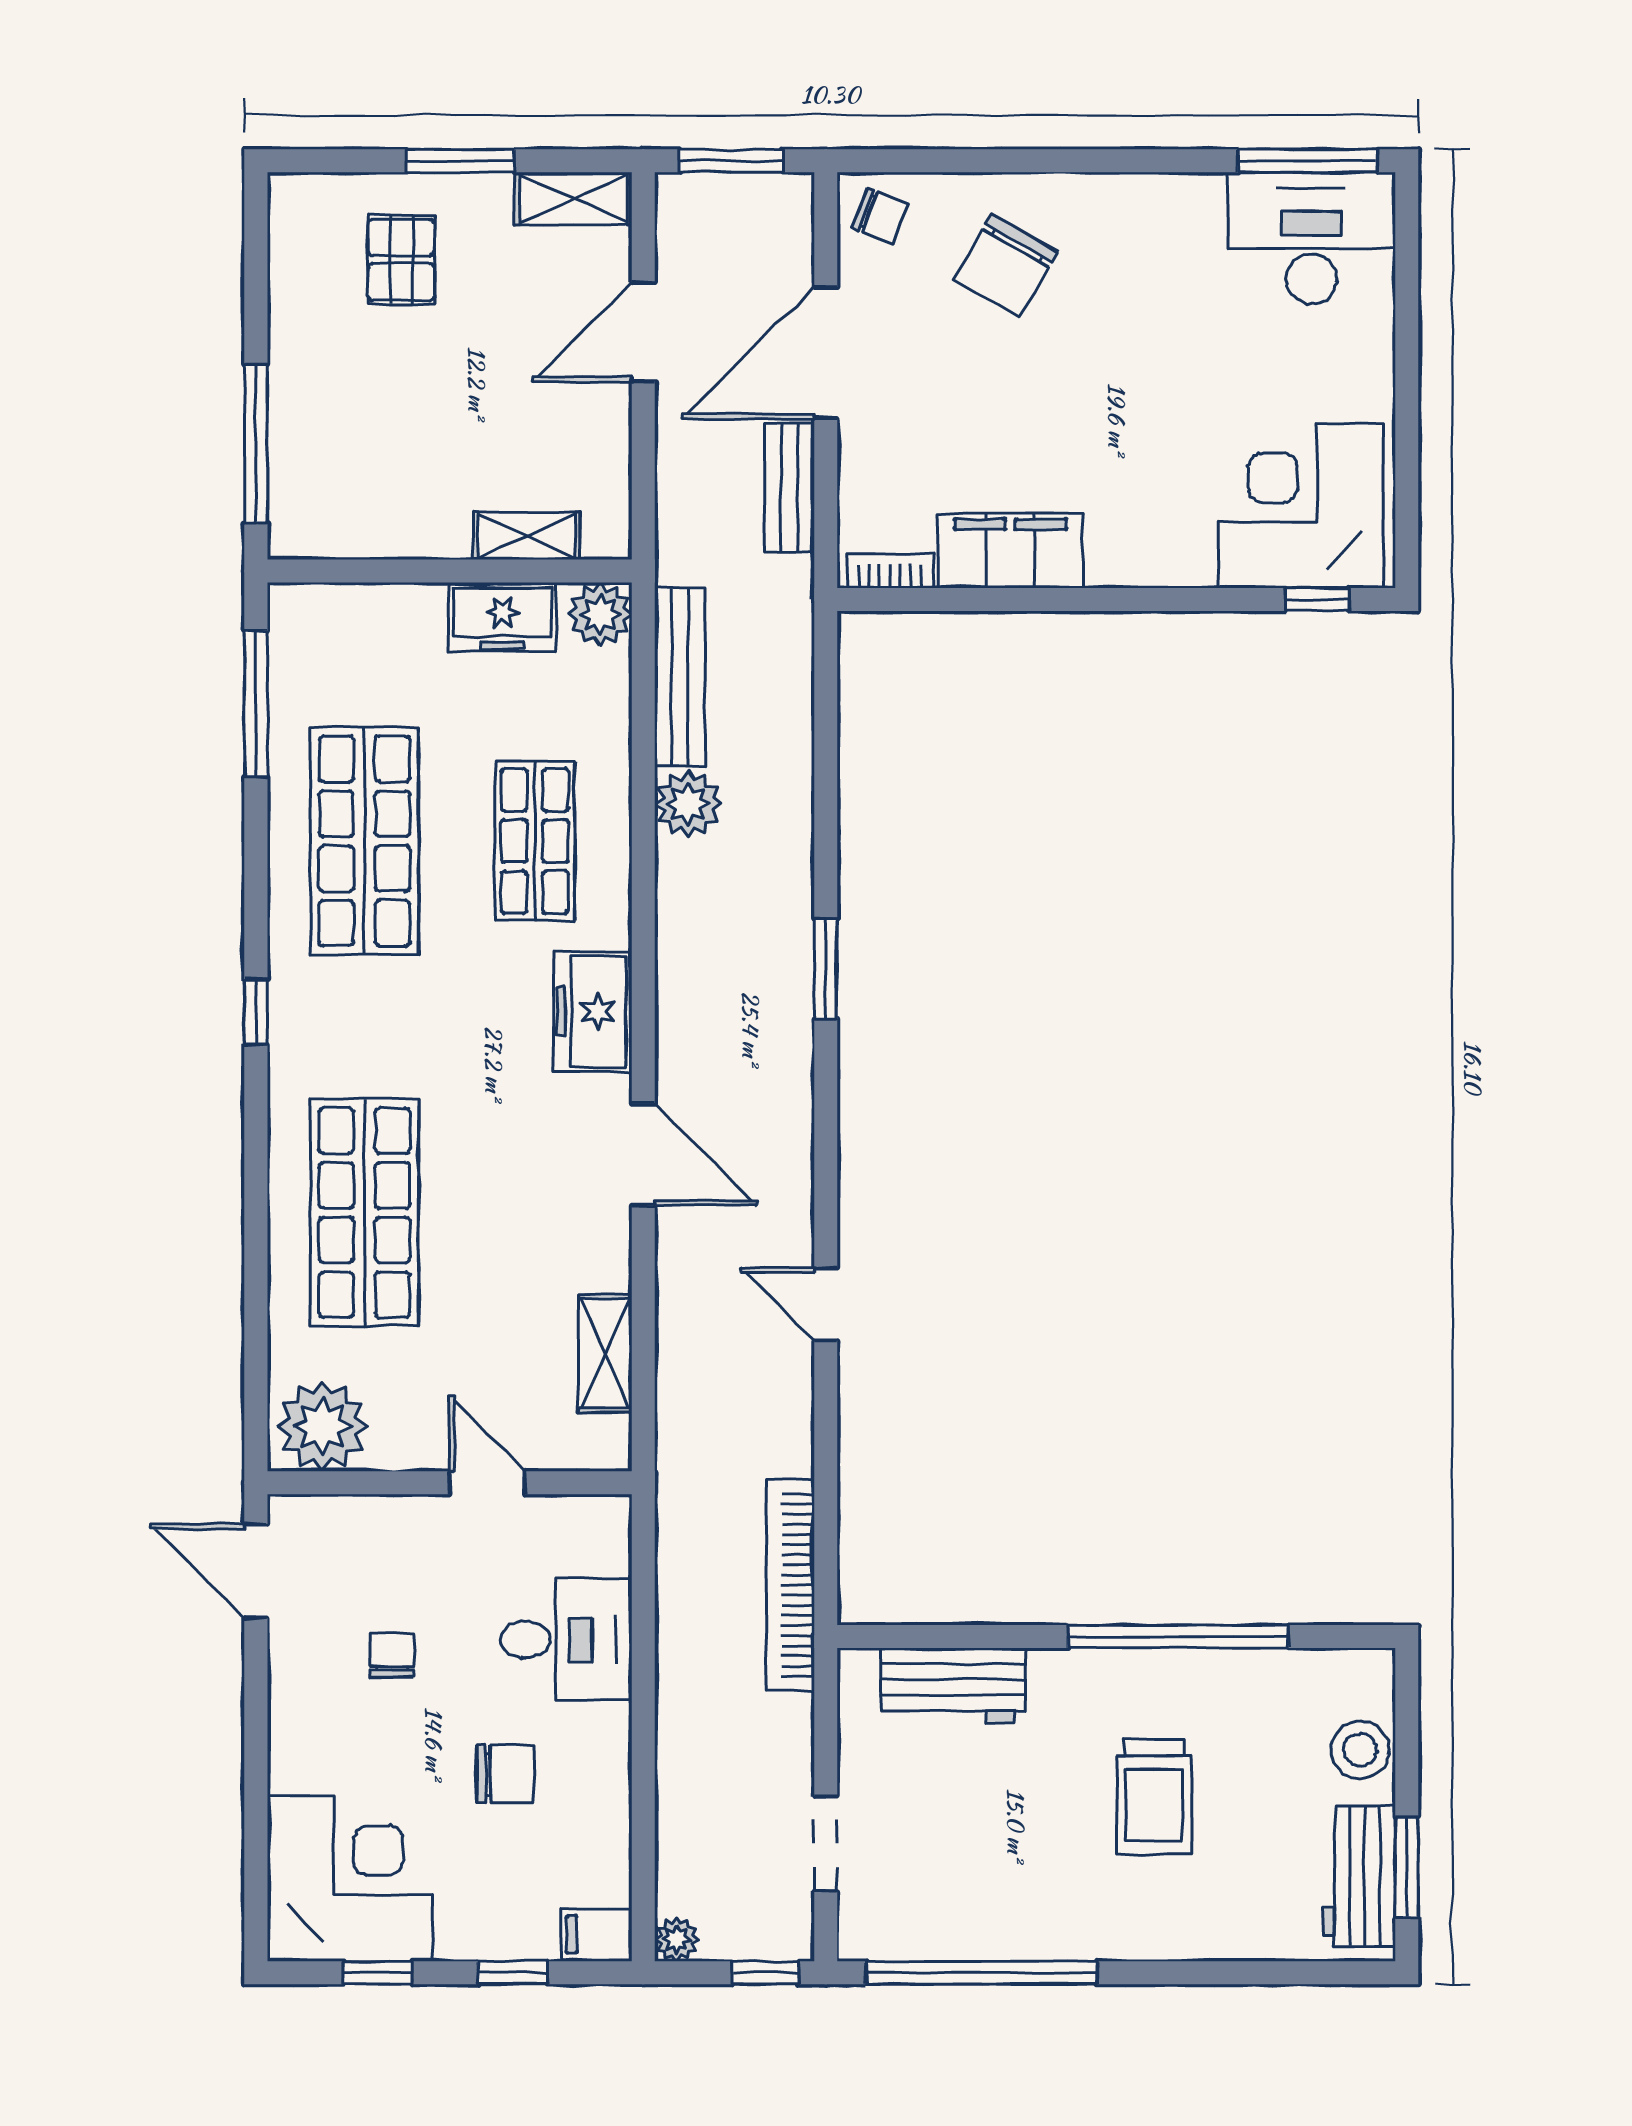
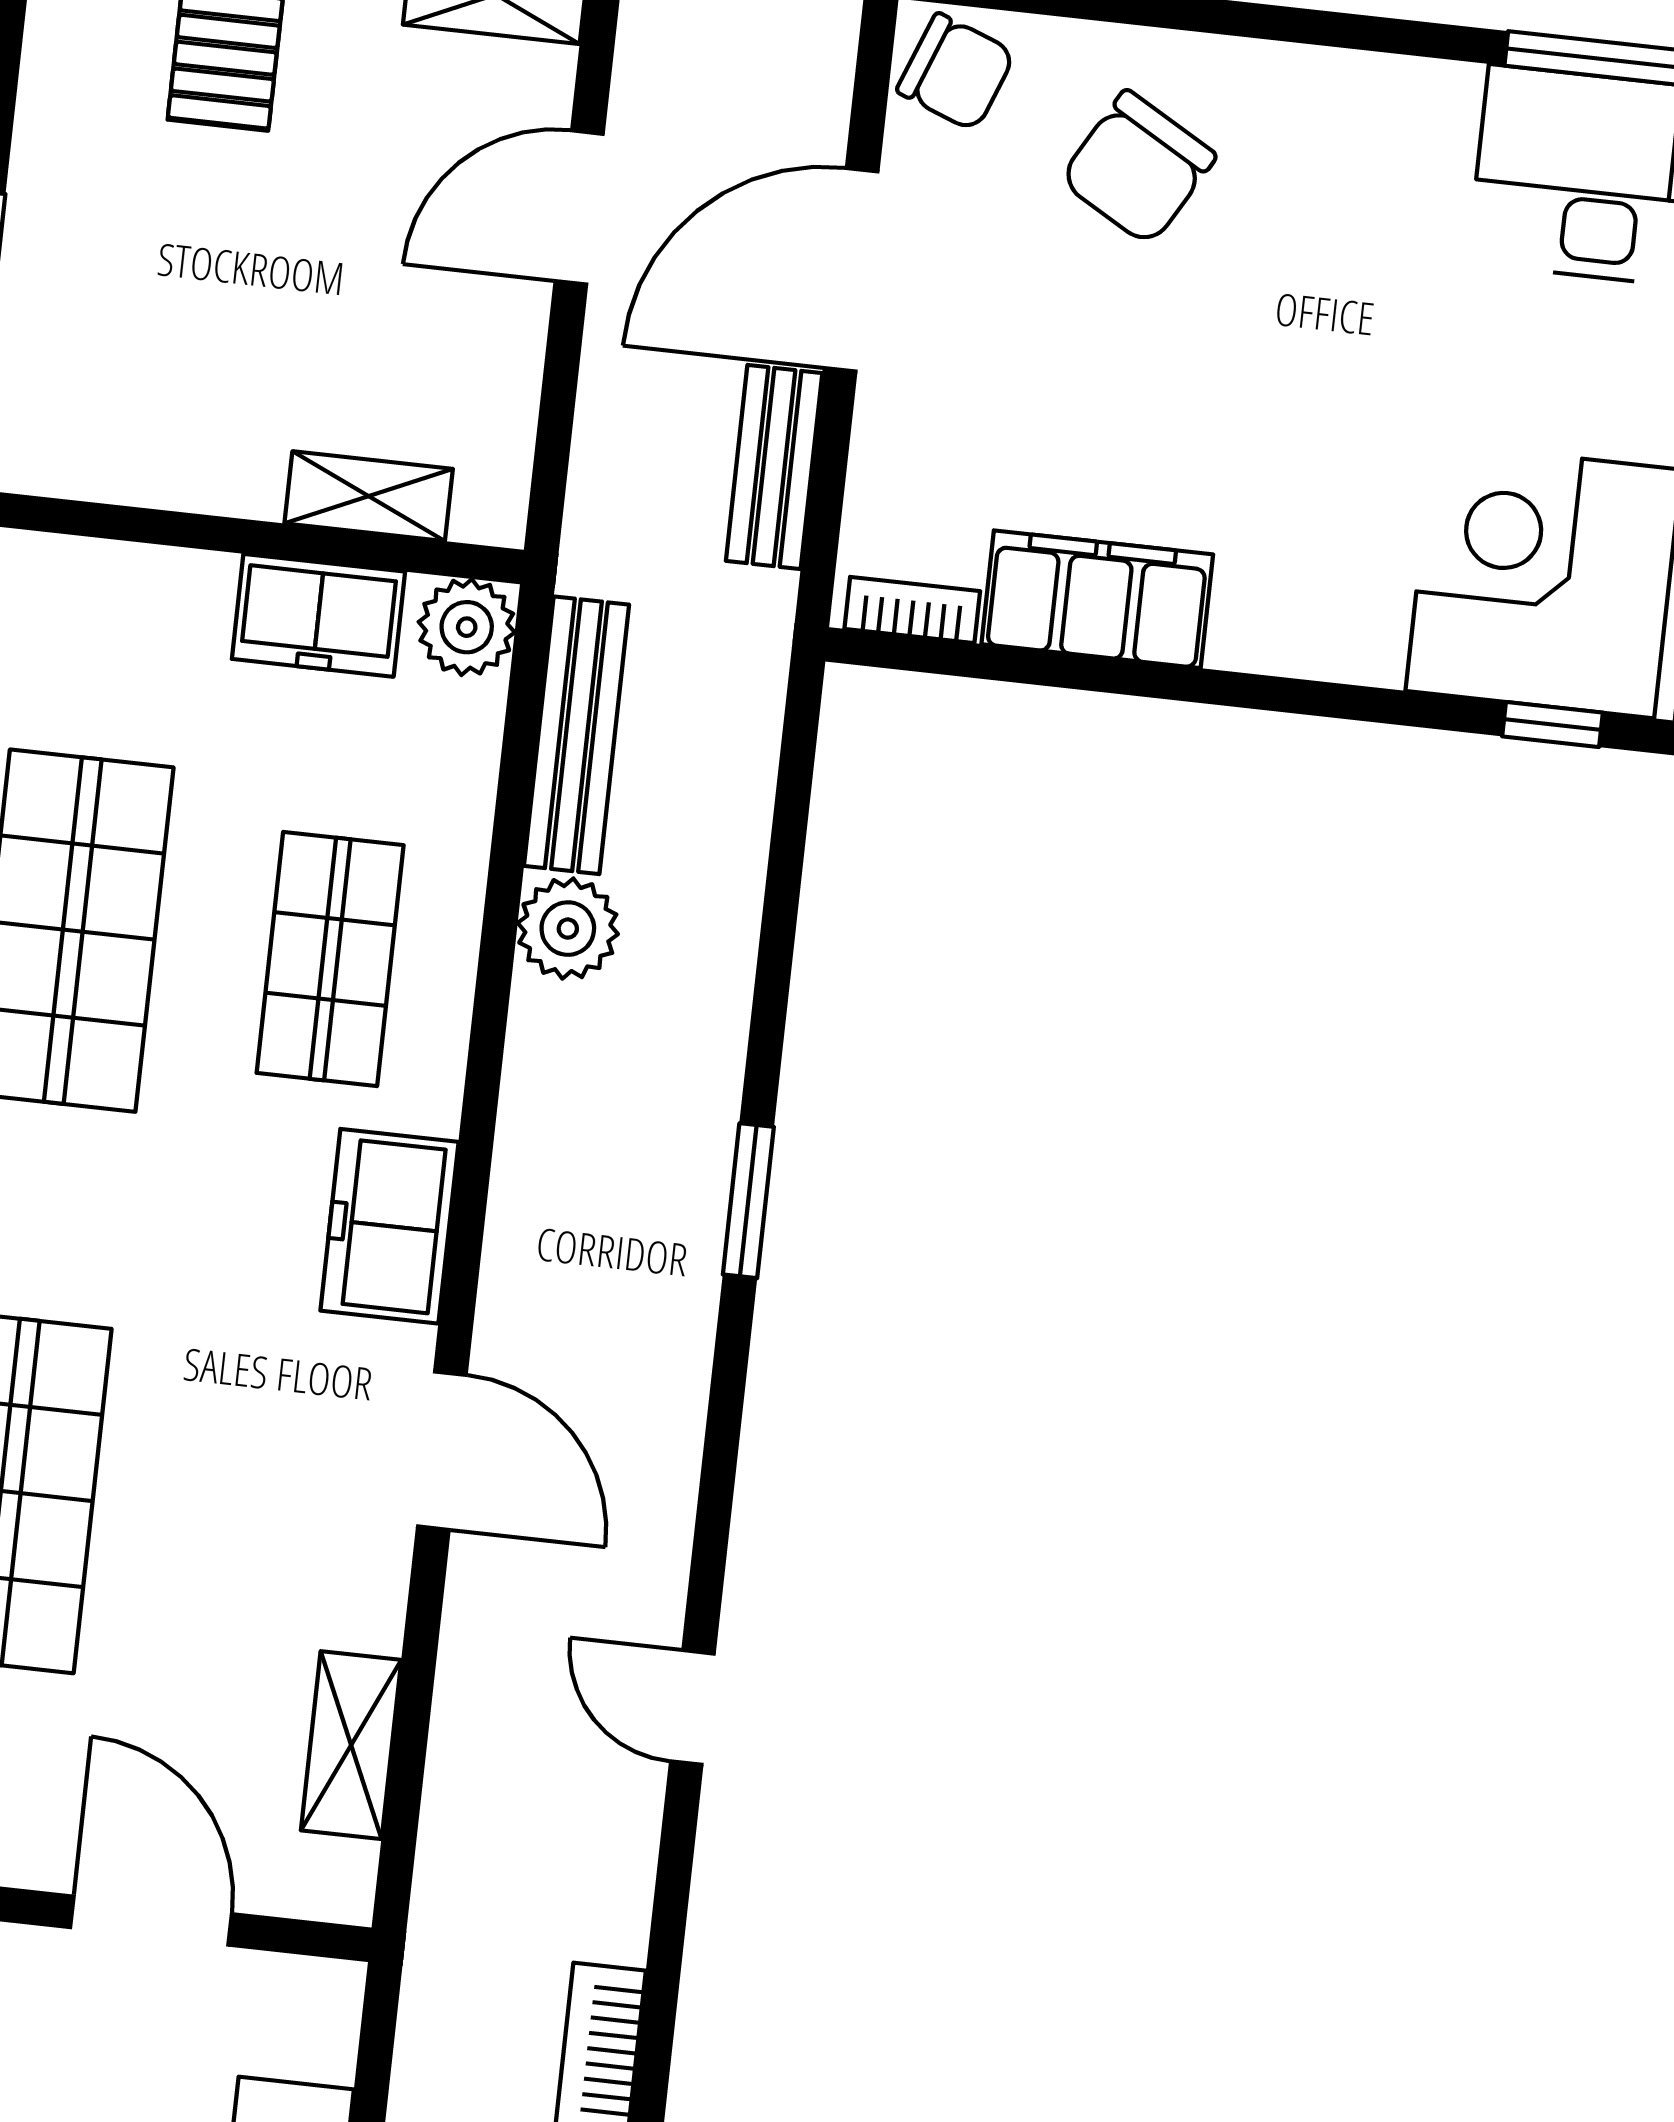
chair: (880, 216) -> (956, 72), width x1.37, depth x1.37
door: (487, 1483) -> (151, 1921), width x1.38

